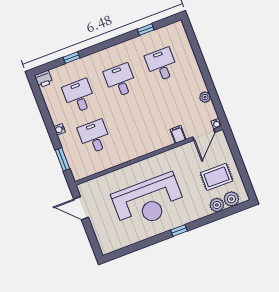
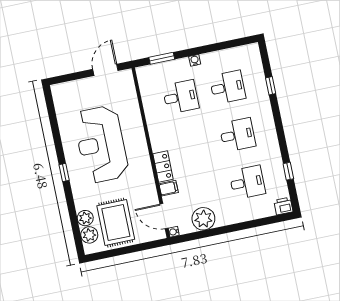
printer: (44, 79) -> (283, 206), moved, turned 90
plant: (205, 97) -> (203, 219), width x1.88, depth x1.88
locker: (159, 143) -> (163, 167), added
rug: (216, 177) -> (116, 223), width x1.36, depth x1.43

